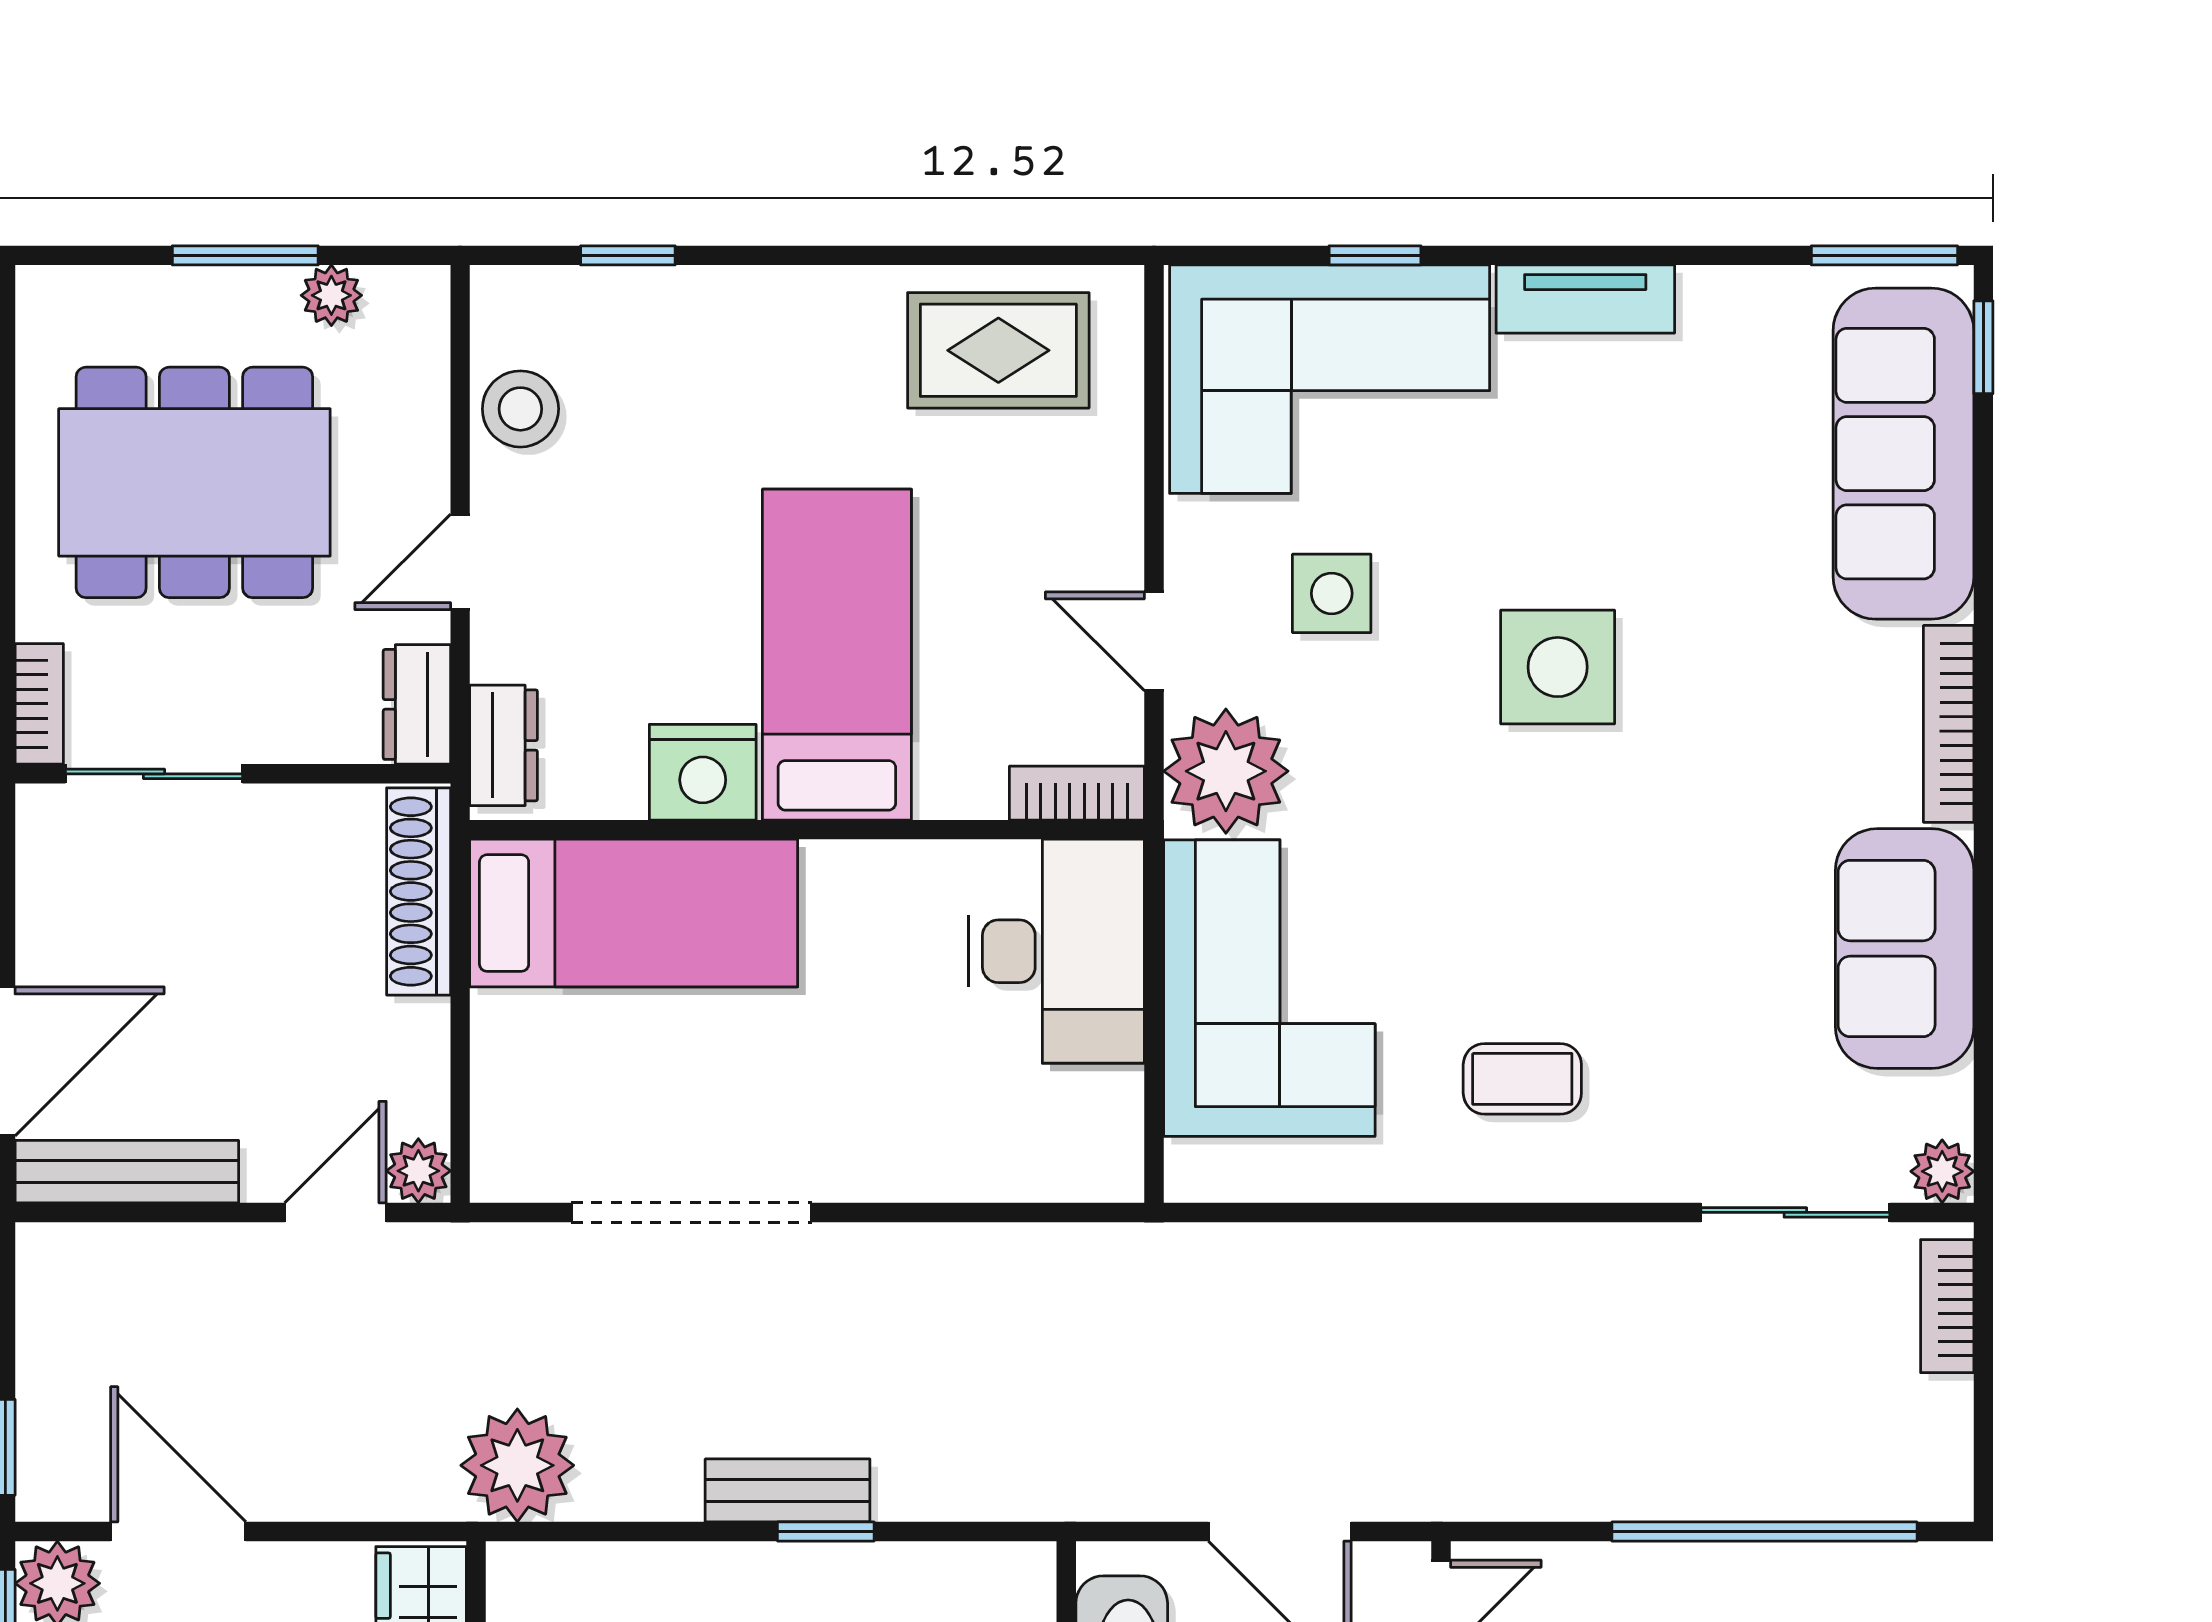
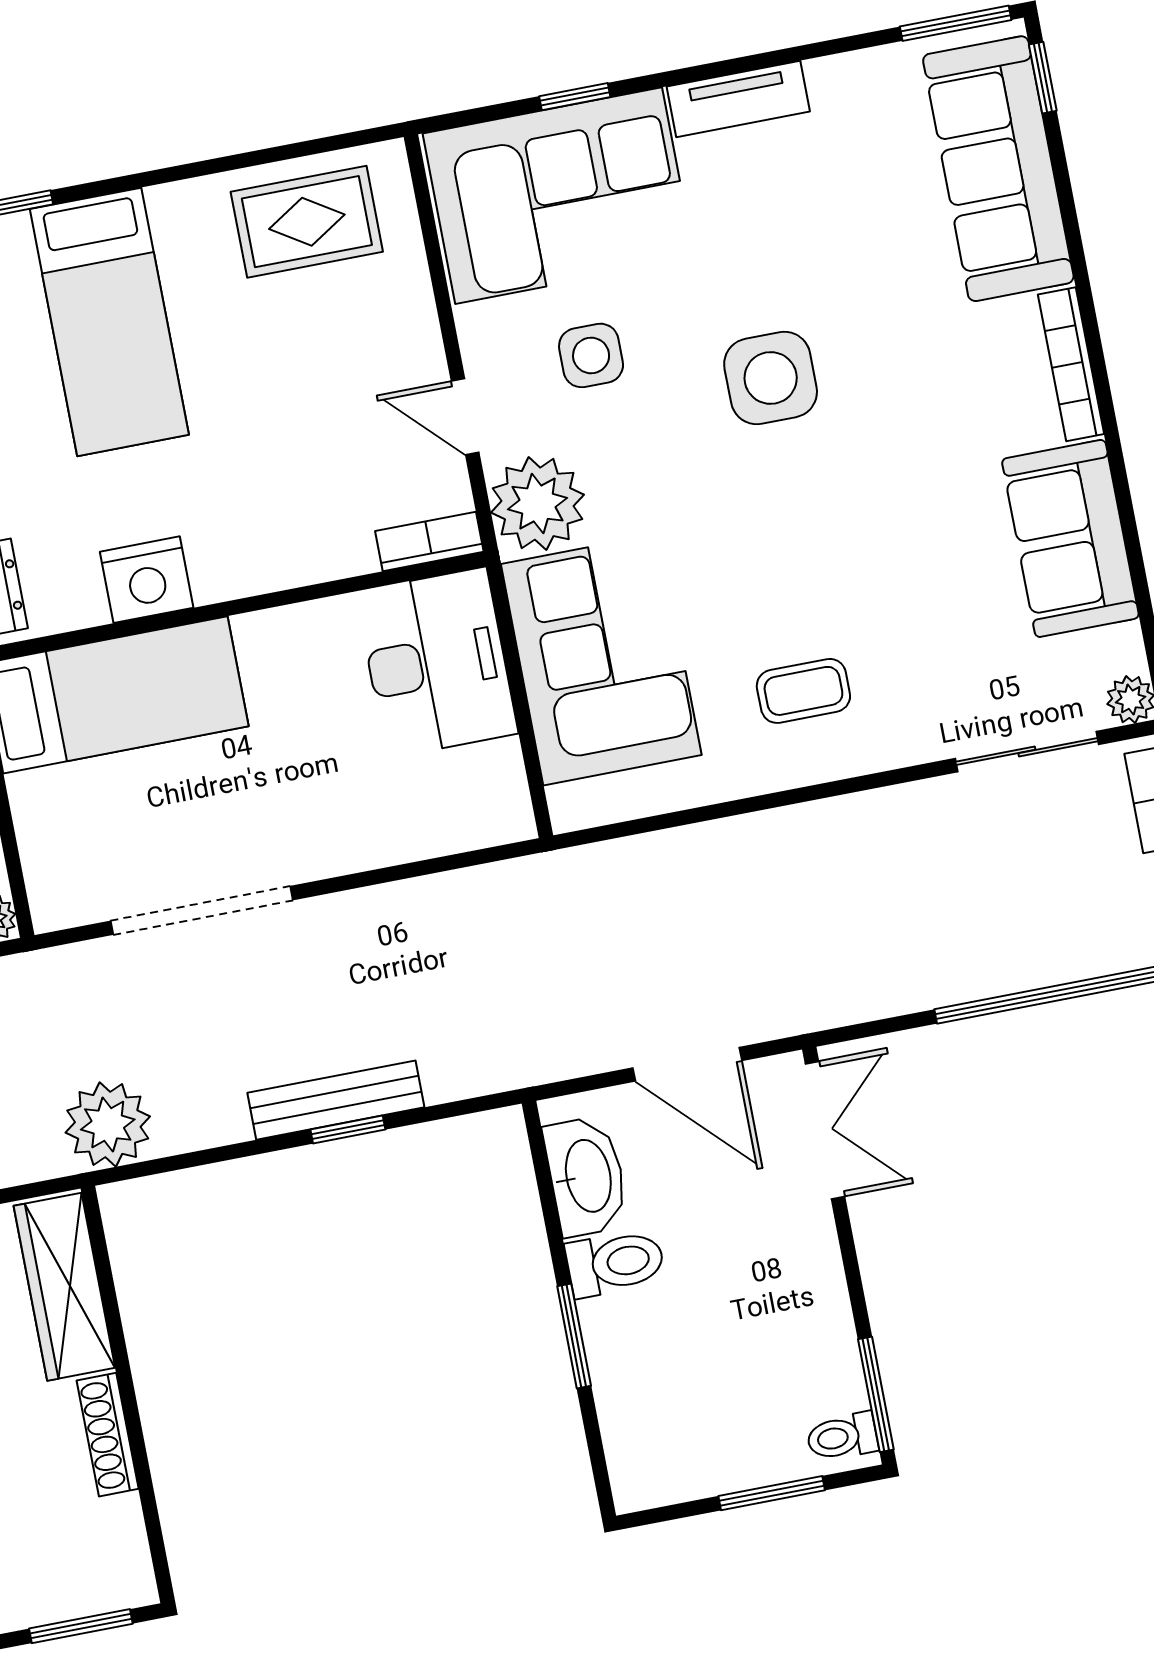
bed: (837, 655) -> (109, 322), moved, turned 180
bench: (788, 1490) -> (336, 1100), width x1.36

